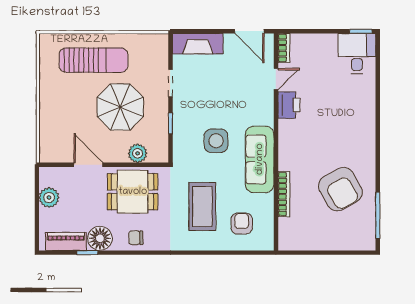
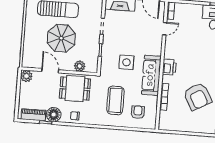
printer: (289, 105) -> (169, 67), moved
parasol: (120, 107) -> (61, 38), moved
plant: (49, 198) -> (26, 76), moved

